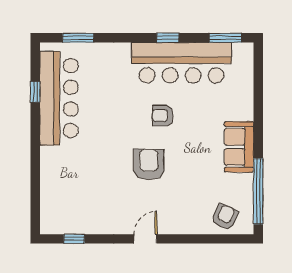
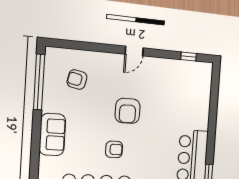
sofa: (239, 147) -> (52, 134), moved
armchair: (225, 217) -> (77, 80), moved, turned 77

